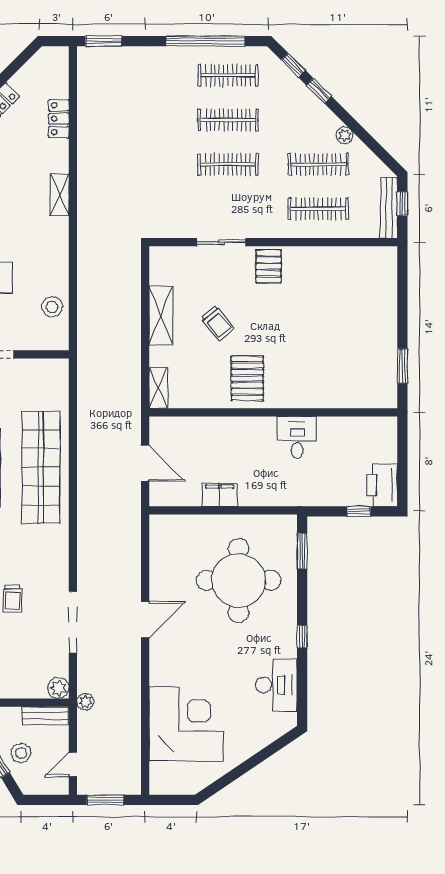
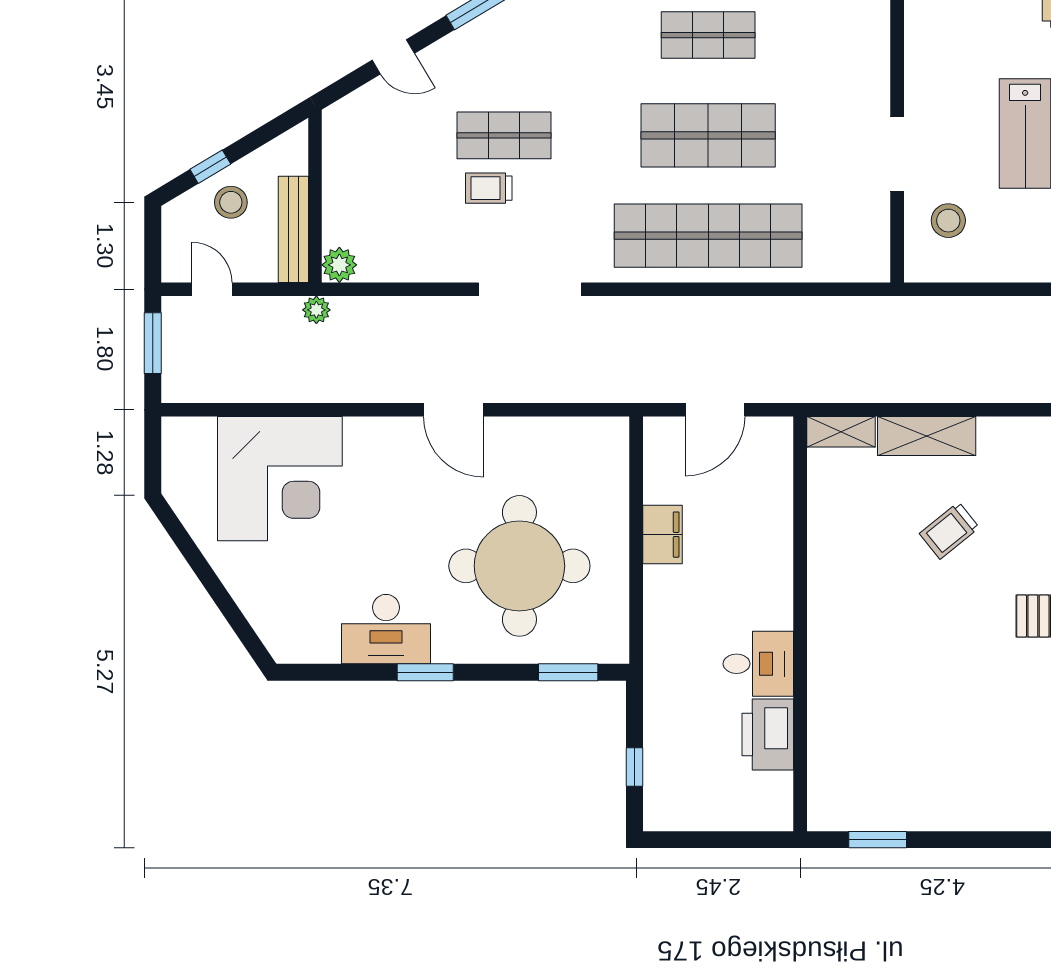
stool: (52, 307) -> (948, 221), moved
shelving: (161, 315) -> (927, 436), moved
pallet: (247, 379) -> (857, 581), removed
printer: (382, 485) -> (768, 735), moved, turned -90
doorway: (73, 622) -> (530, 289), moved
window: (302, 637) -> (425, 672), width x1.50
desk: (276, 685) -> (386, 629), moved
bench: (46, 716) -> (293, 229), width x1.36

